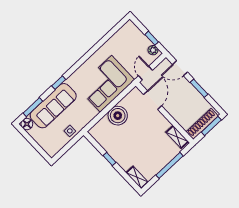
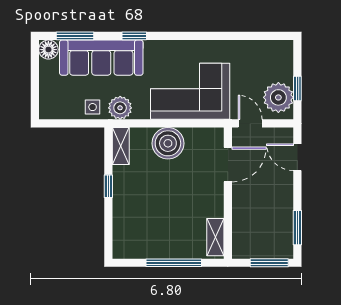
plant: (153, 50) -> (278, 97), width x1.87, depth x1.87
door: (145, 73) -> (250, 123), hinge flipped
window: (199, 88) -> (297, 228), moved
plant: (82, 120) -> (120, 108), added
shoe rack: (202, 124) -> (261, 250), removed
shelving: (137, 177) -> (121, 146), moved

